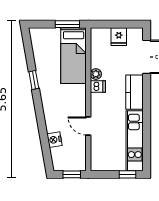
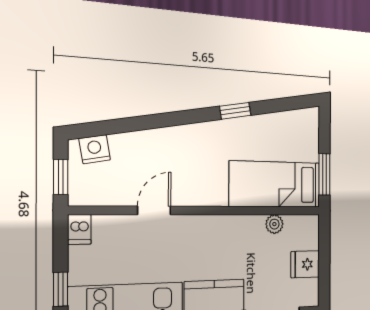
plant: (96, 74) -> (274, 224), moved
dishwasher: (98, 86) -> (79, 229), moved
nightstand: (54, 140) -> (95, 149), moved

